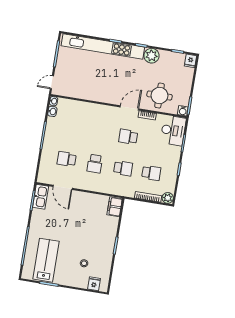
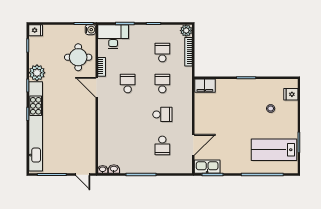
school desk: (128, 137) -> (128, 83), turned 180

